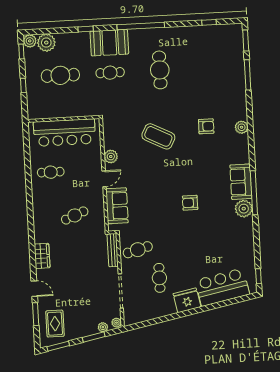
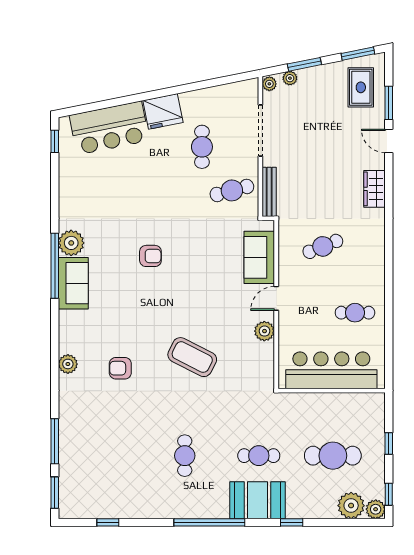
cafe table: (160, 70) -> (185, 456), width x0.73, depth x0.74

